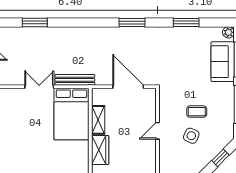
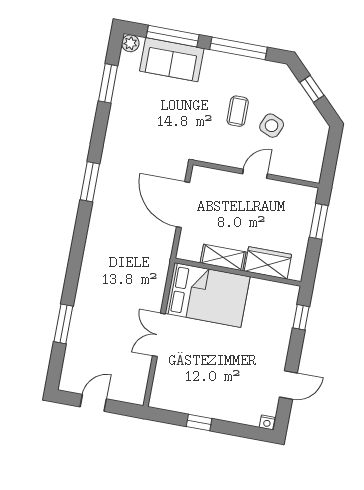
window: (186, 22) -> (108, 83), moved
bench: (75, 80) -> (158, 281), removed
door: (128, 87) -> (183, 205), hinge flipped
door: (157, 131) -> (255, 174), swing flipped

